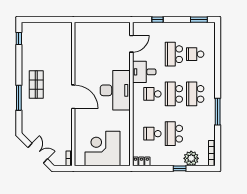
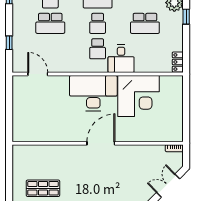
desk: (144, 72) -> (121, 59), moved
shop shelf: (36, 85) -> (43, 188), moved
school desk: (174, 94) -> (98, 23), width x0.54
school desk: (152, 134) -> (145, 49), removed
corner desk: (102, 149) -> (139, 96), moved, turned -90

